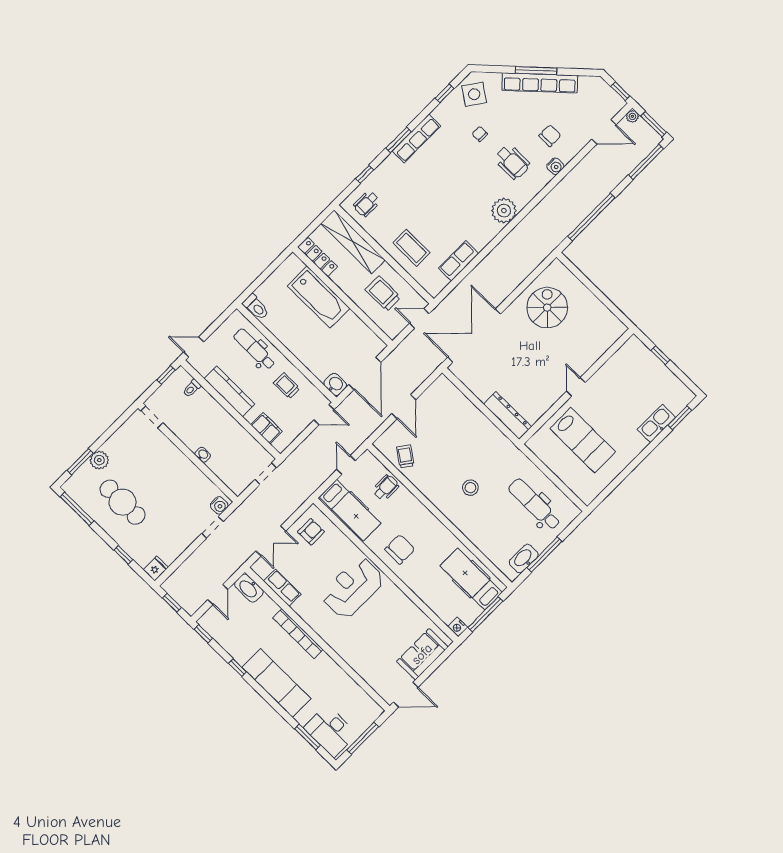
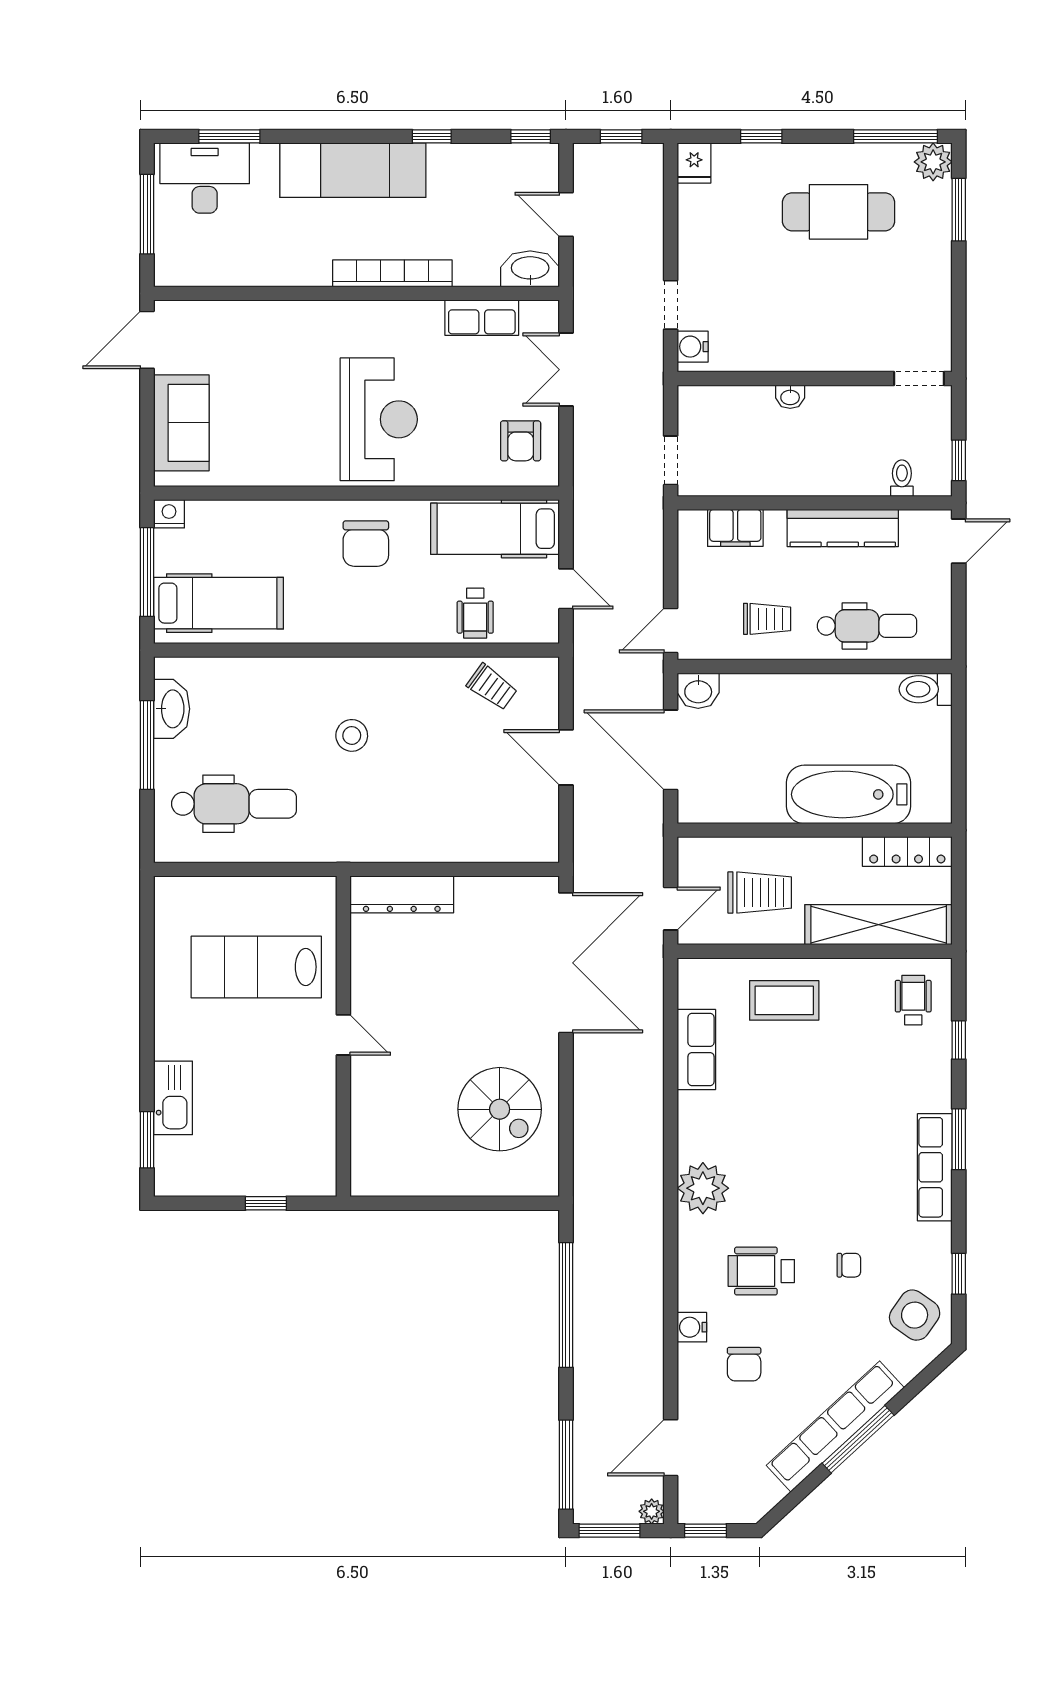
plant: (99, 460) -> (933, 162), moved

